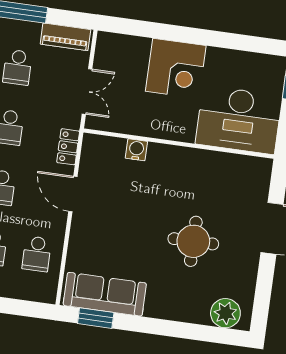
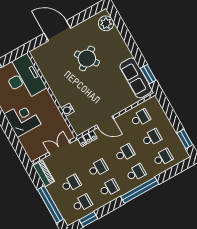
door: (73, 194) -> (105, 122), hinge flipped
round table: (193, 241) -> (87, 59), turned -36

